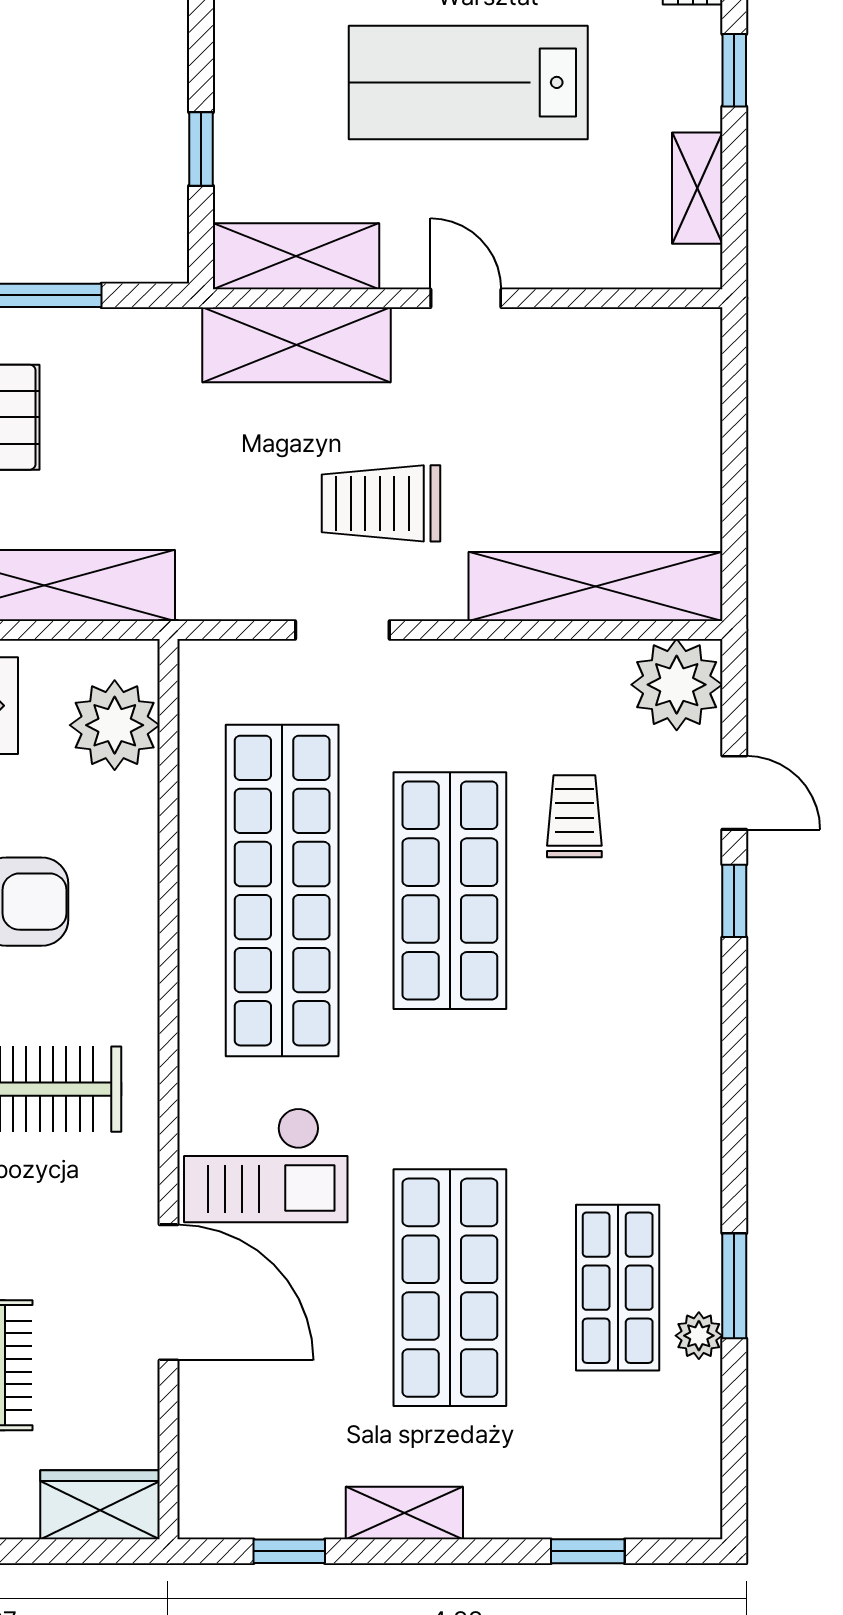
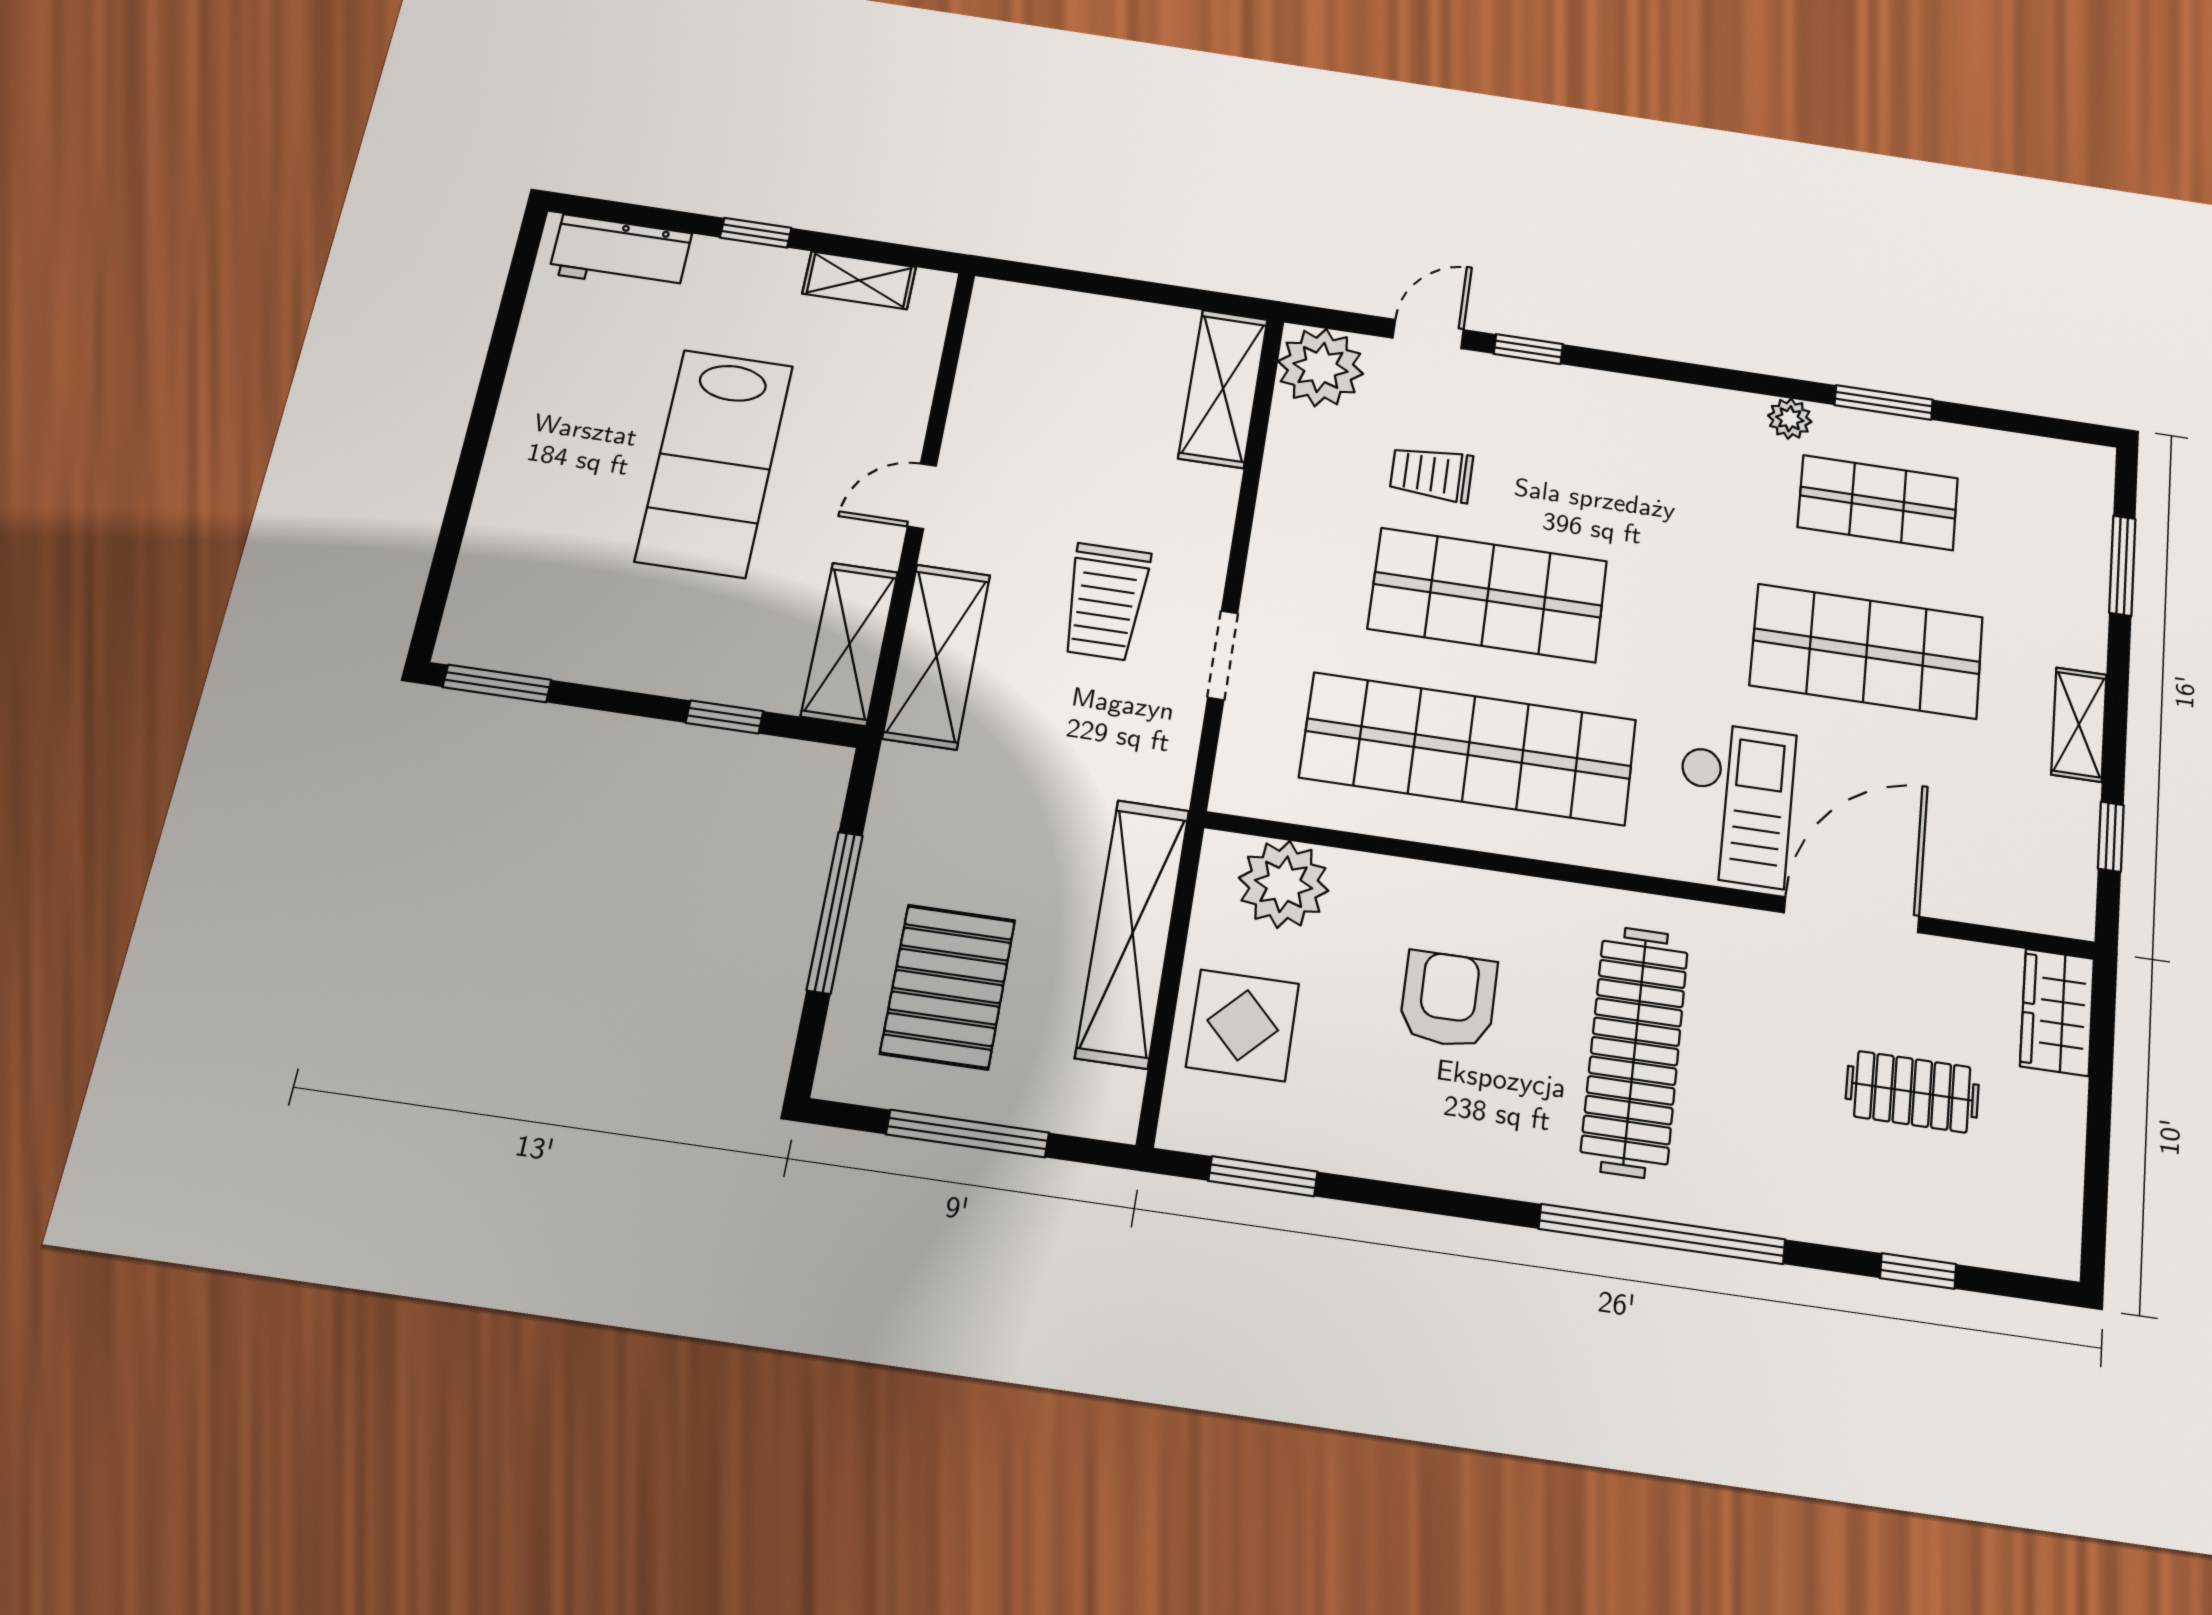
shelving: (595, 587) -> (1223, 389), width x0.68
plant: (699, 1336) -> (1790, 419), moved
window: (588, 1551) -> (2122, 566), width x1.50

